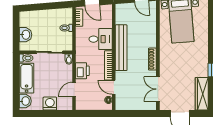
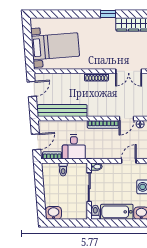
washbasin: (26, 35) -> (54, 213), moved
desk: (101, 39) -> (74, 147), moved, turned 180
bench: (121, 48) -> (62, 111), moved
printer: (82, 71) -> (109, 152), removed
door: (74, 89) -> (129, 161), swing flipped

